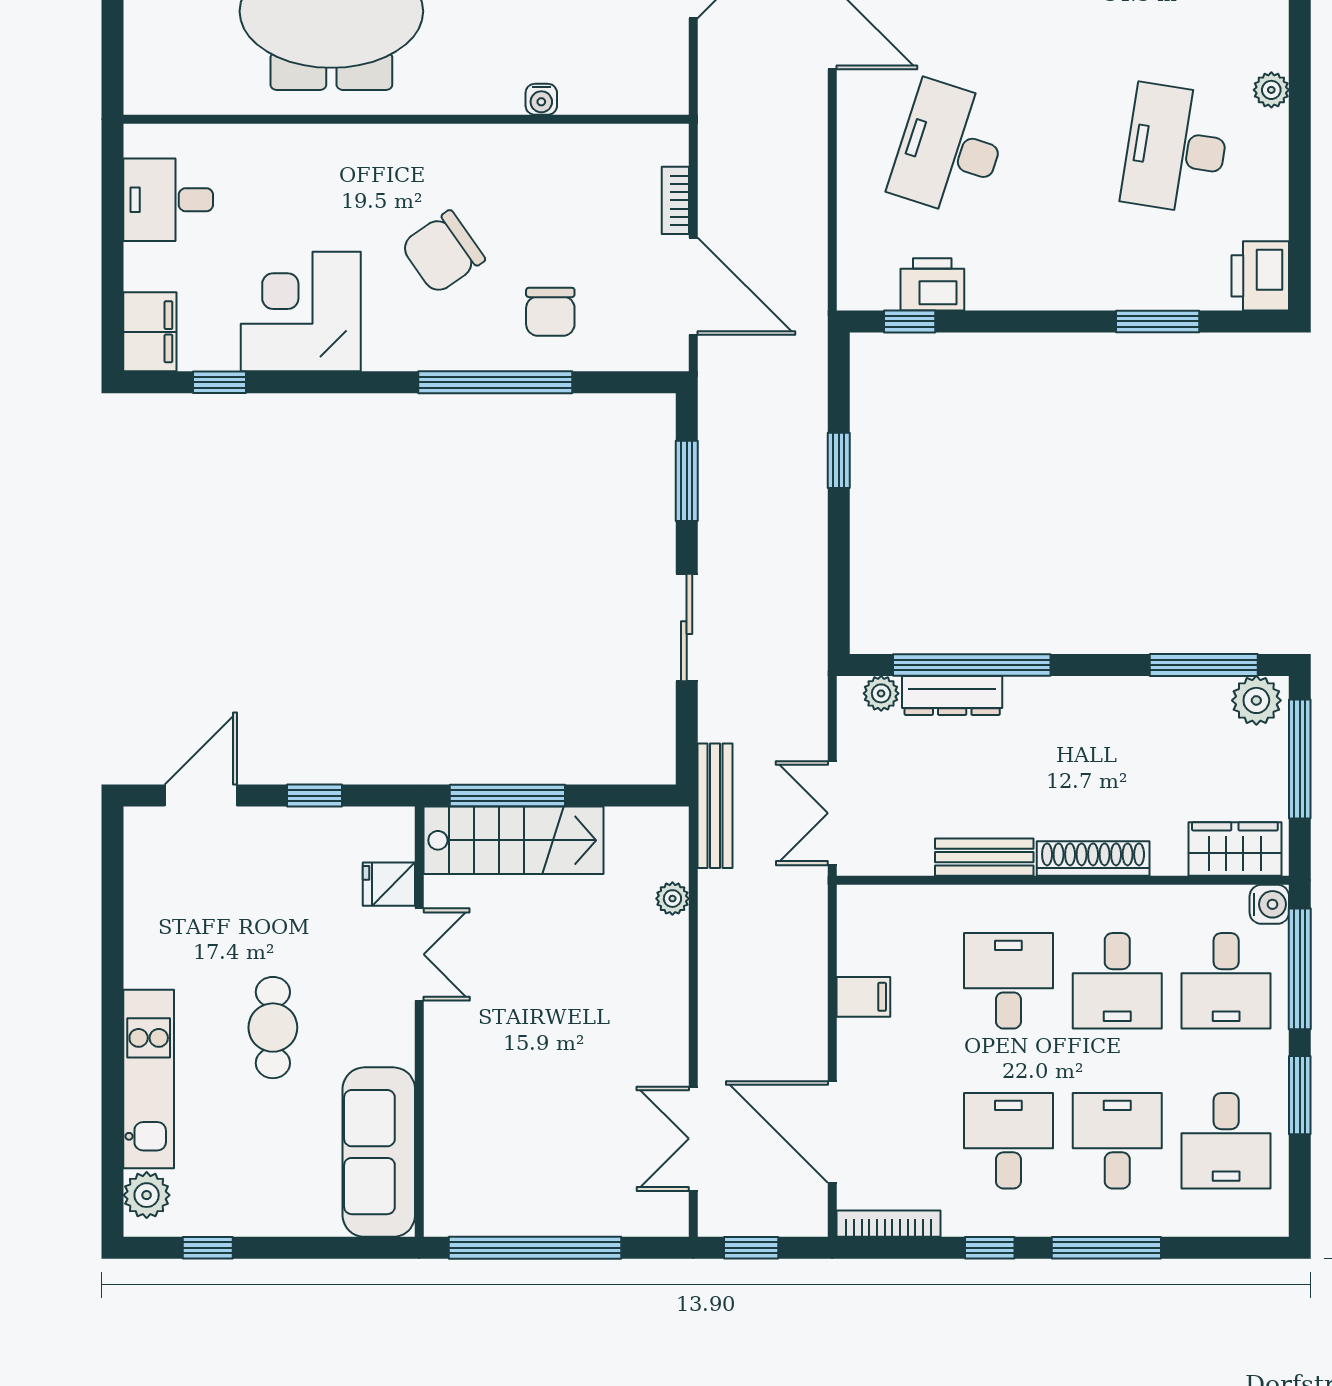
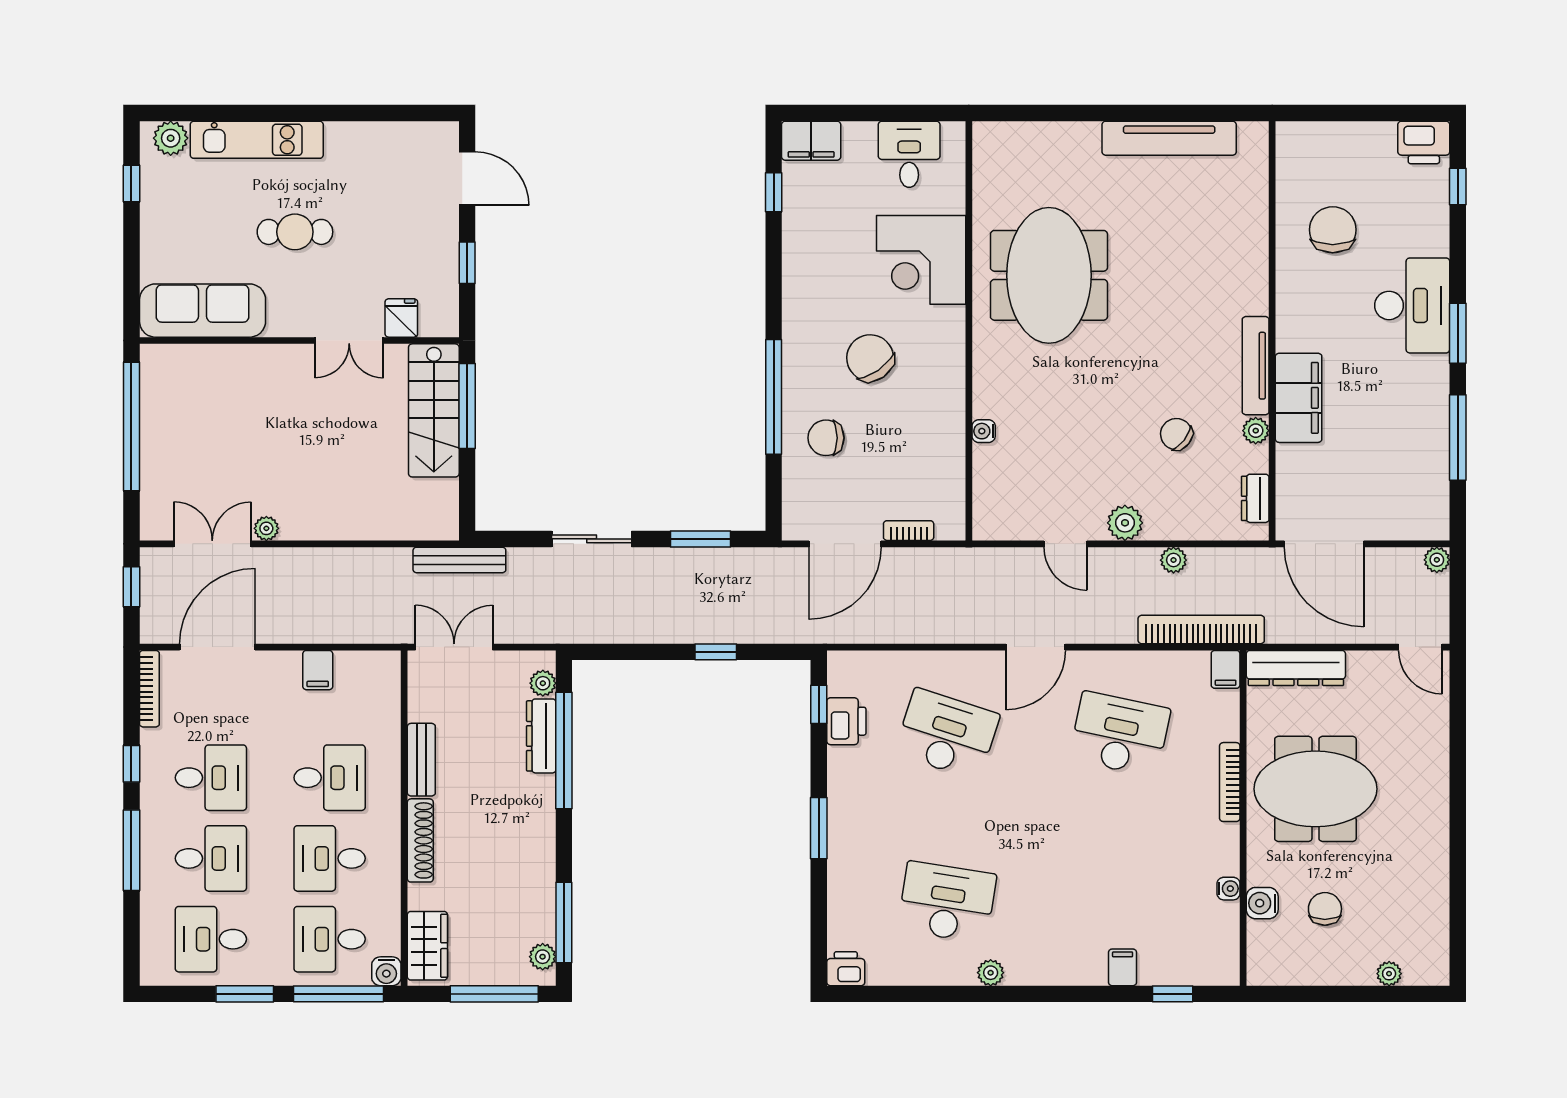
printer: (1260, 276) -> (846, 969), width x0.73, depth x0.81
corner desk: (301, 312) -> (921, 260), moved, turned 180
window: (1158, 321) -> (819, 828), moved
plant: (1256, 700) -> (543, 957), width x0.73, depth x0.73
plant: (672, 899) -> (266, 528), moved

